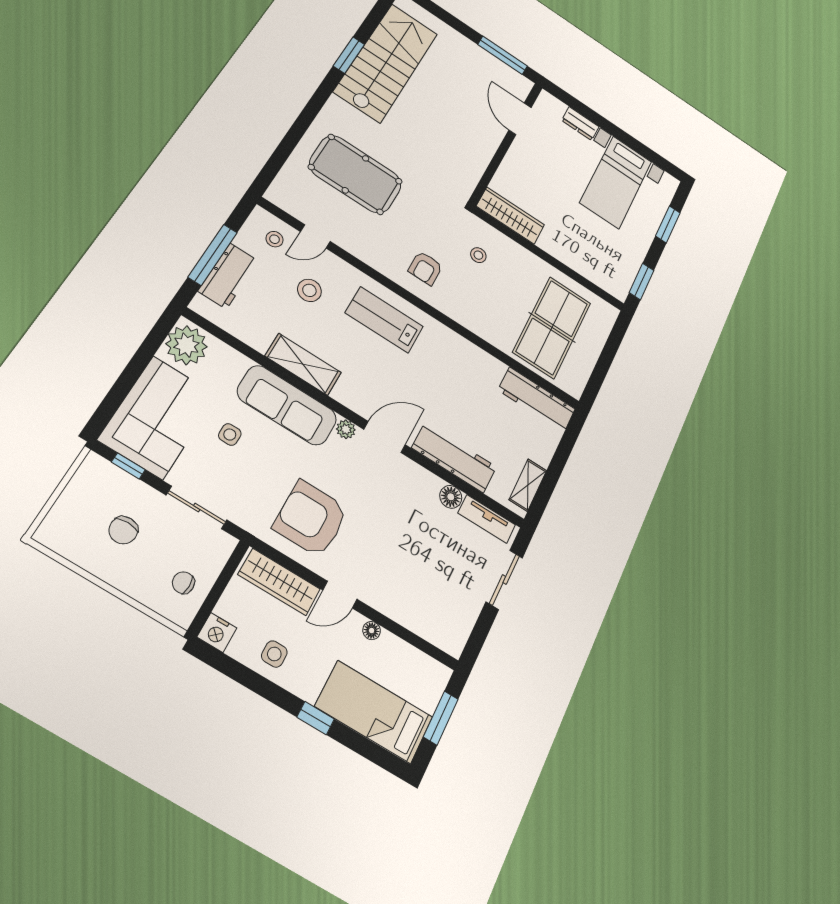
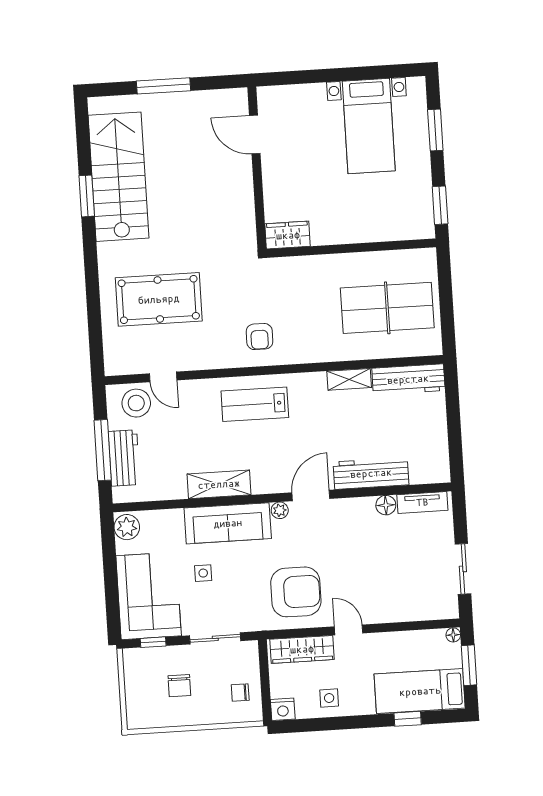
window: (503, 55) -> (164, 86), moved
dresser: (580, 124) -> (307, 94), removed
wardrobe: (510, 216) -> (288, 235), width x0.67
door: (315, 236) -> (163, 377), hinge flipped
stool: (275, 239) -> (136, 403), width x1.89, depth x1.89
stool: (478, 255) -> (293, 292), removed
stool: (309, 290) -> (187, 424), removed
table tennis table: (552, 327) -> (387, 308), turned 90
plant: (186, 345) -> (127, 527), width x0.73, depth x0.73
shelving: (528, 485) -> (349, 379), moved, turned 90
armchair: (311, 519) -> (296, 592), turned 180
sliding door: (504, 580) -> (463, 569), moved
door: (340, 595) -> (349, 630), swing flipped
floor lamp: (372, 631) -> (453, 635), moved
window: (316, 718) -> (408, 719), moved

